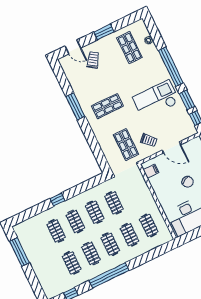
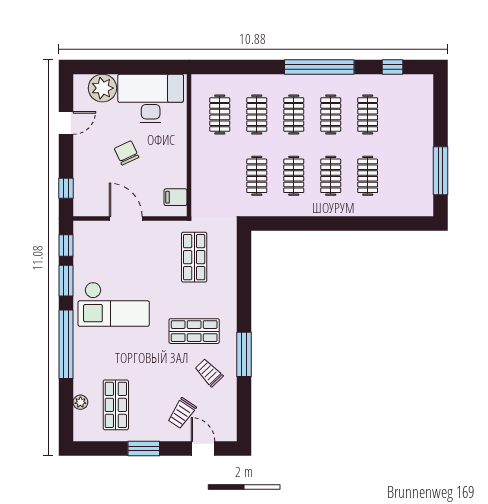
trolley: (149, 140) -> (209, 373), moved
window: (57, 200) -> (342, 223), removed

